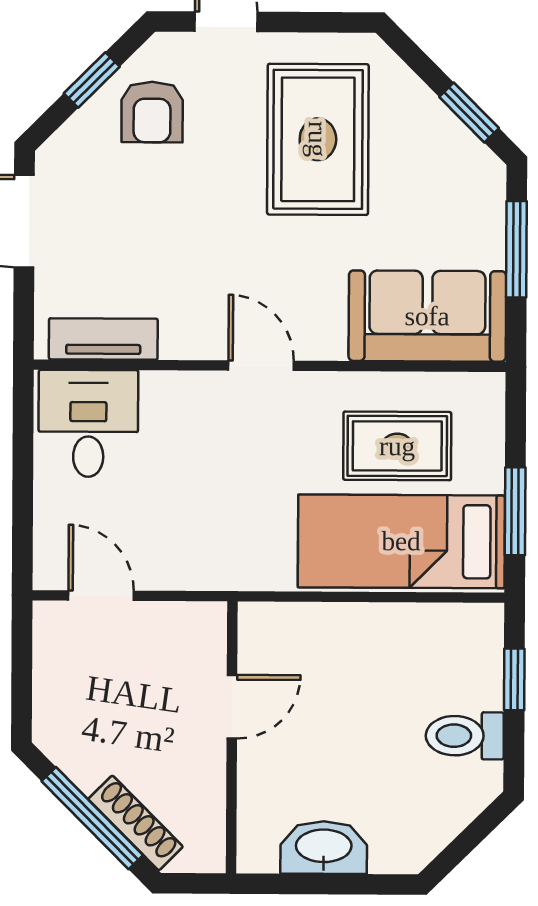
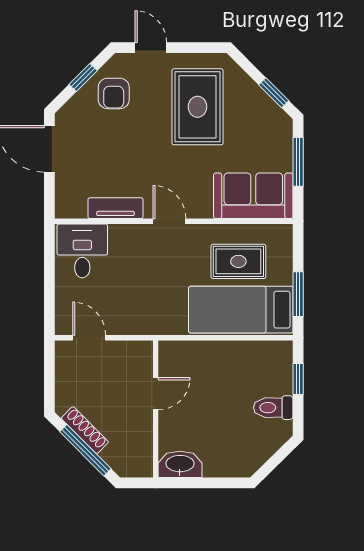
tv unit: (103, 339) -> (115, 208), moved
shoe rack: (136, 823) -> (85, 430), moved
washbasin: (324, 847) -> (180, 464), moved

